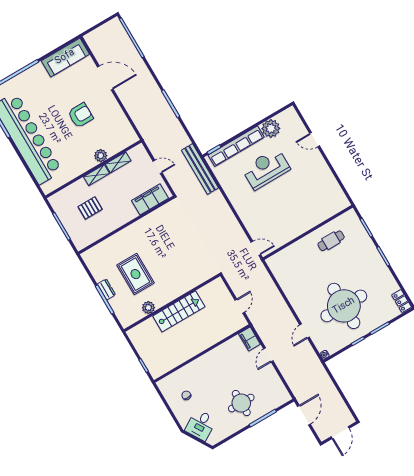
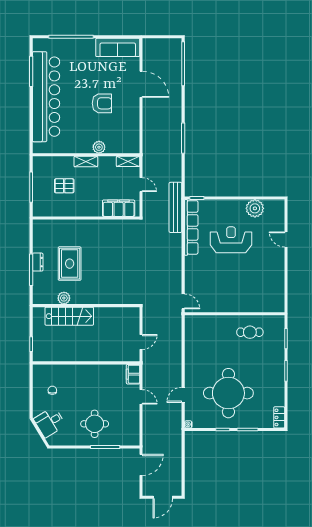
row of seats: (236, 146) -> (191, 227), moved, turned -90
shelving: (118, 162) -> (128, 161), moved
stairs: (179, 311) -> (69, 316), moved
door: (268, 355) -> (141, 397), swing flipped

